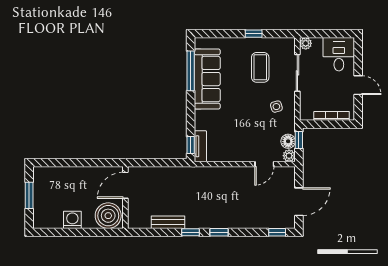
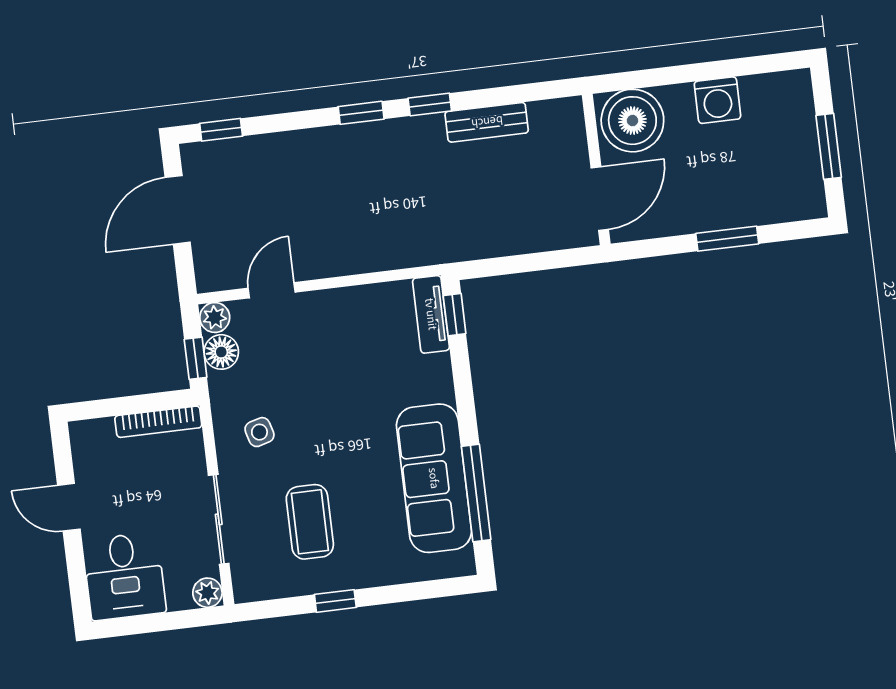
bookcase: (332, 116) -> (158, 422), moved
window: (75, 163) -> (727, 239), added

